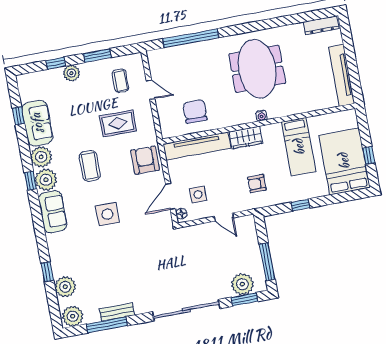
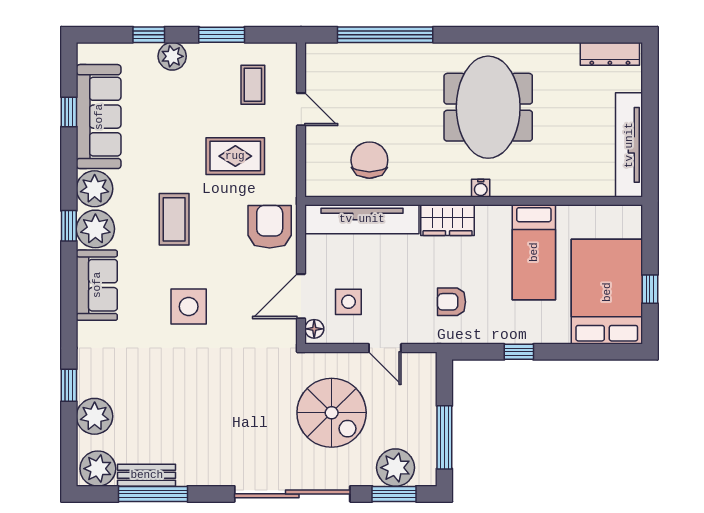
sofa: (37, 123) -> (99, 117), width x1.36
spiral stairs: (200, 260) -> (332, 413), added
bench: (117, 312) -> (147, 475), moved

